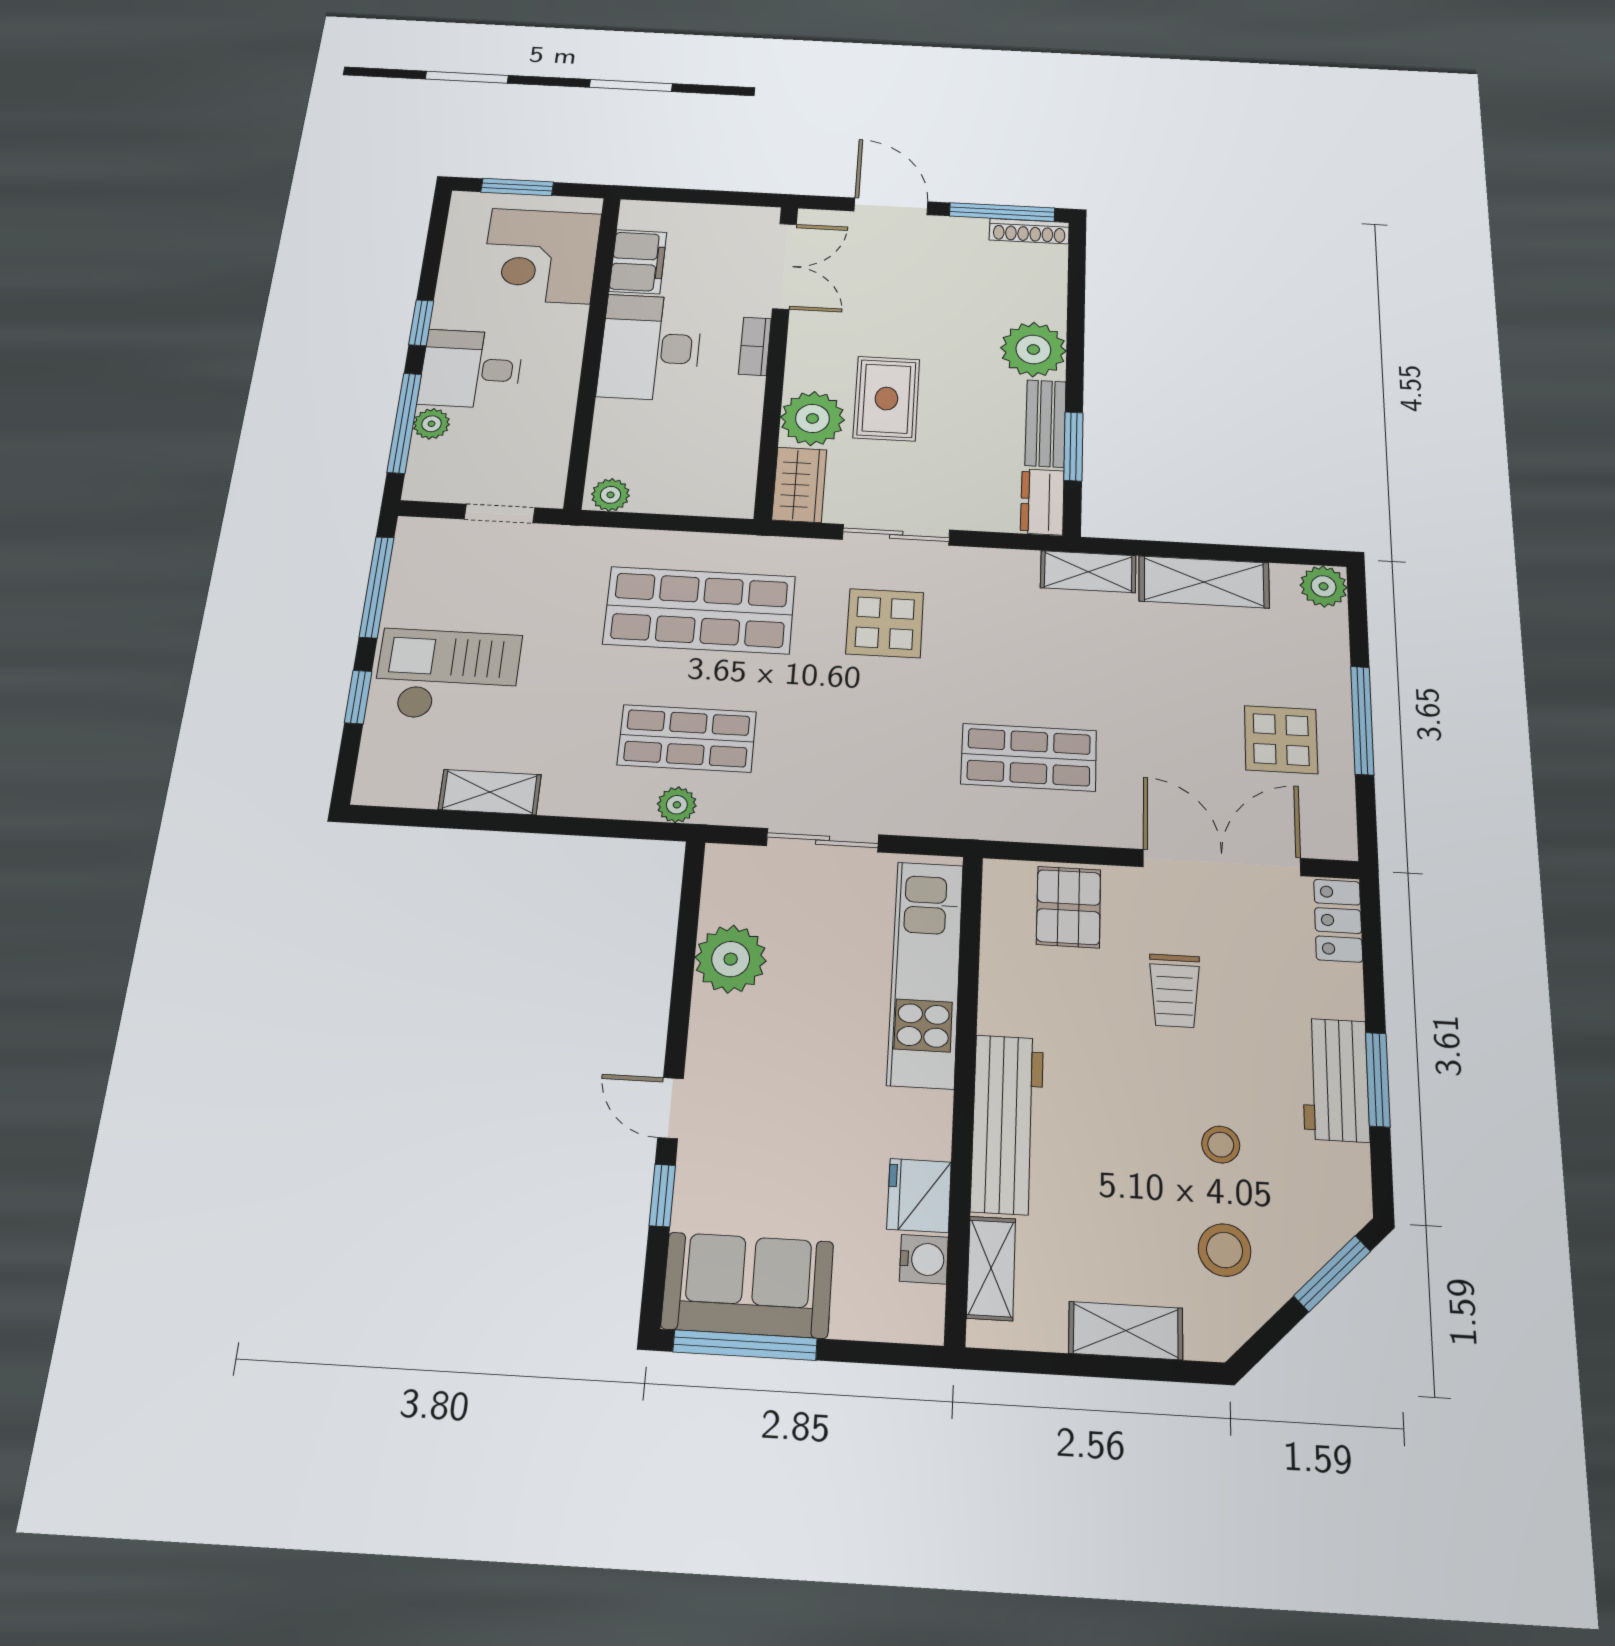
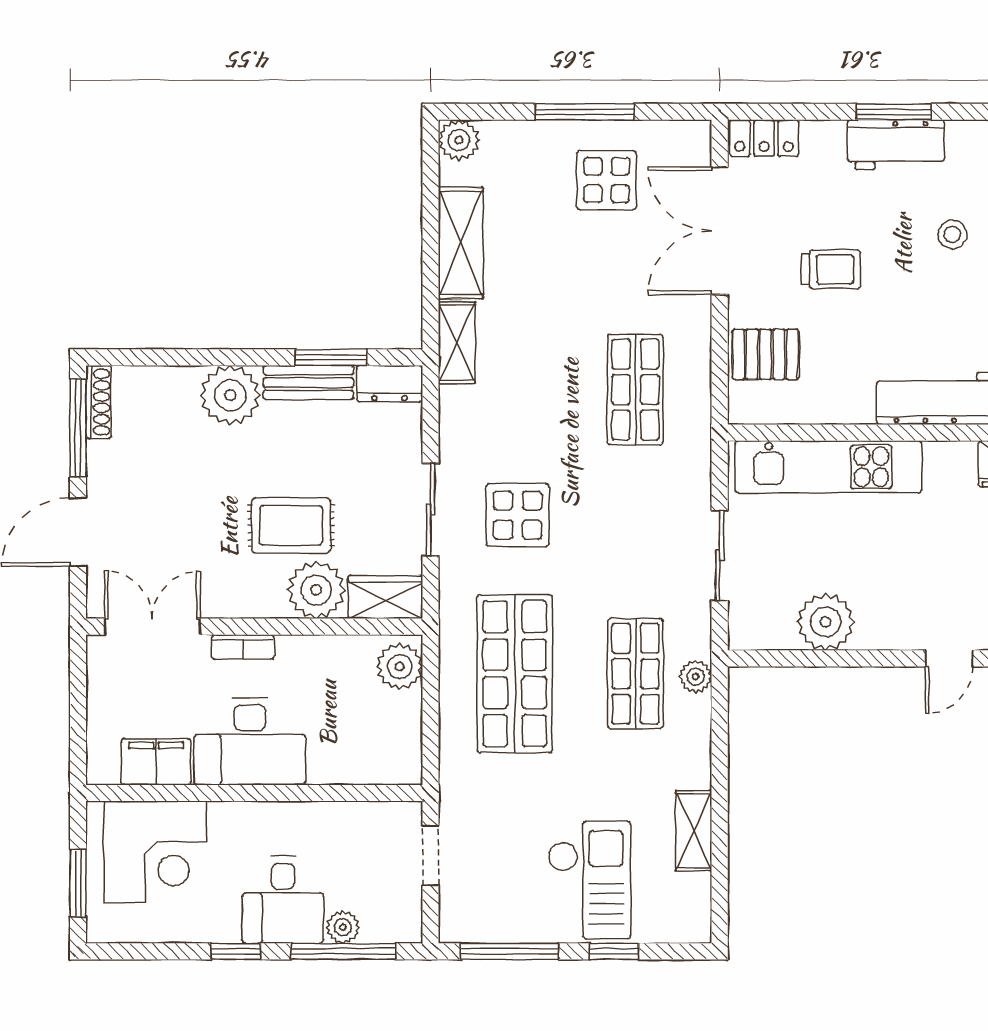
plant: (611, 495) -> (400, 667), moved, width x1.38, depth x1.38
checkout: (447, 675) -> (589, 880), turned 180

